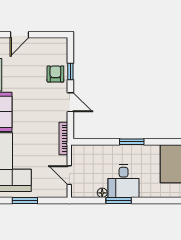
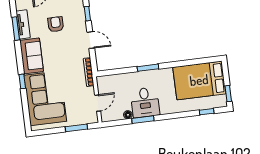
armchair: (55, 74) -> (56, 24), moved
door: (69, 175) -> (98, 103), swing flipped
window: (25, 200) -> (76, 128), moved

